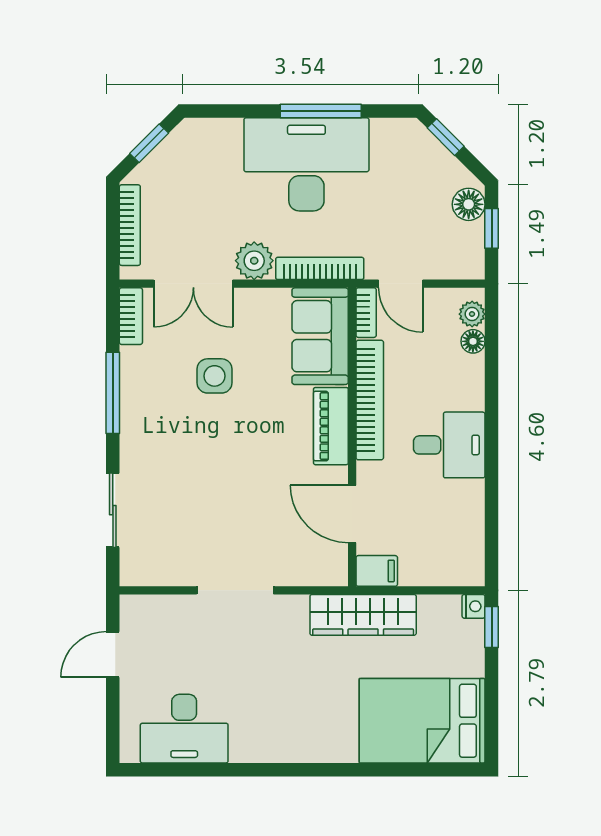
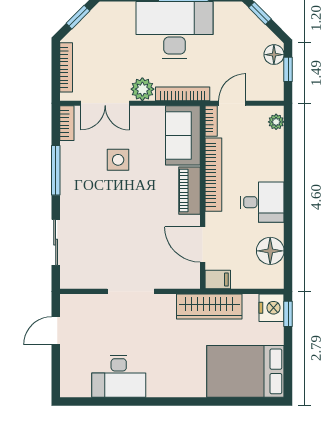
door: (401, 284) -> (232, 103), swing flipped
floor lamp: (473, 341) -> (270, 251), moved, width x1.89, depth x1.89
nightstand: (474, 606) -> (272, 308), width x1.89, depth x1.79
desk: (184, 729) -> (119, 376), moved

